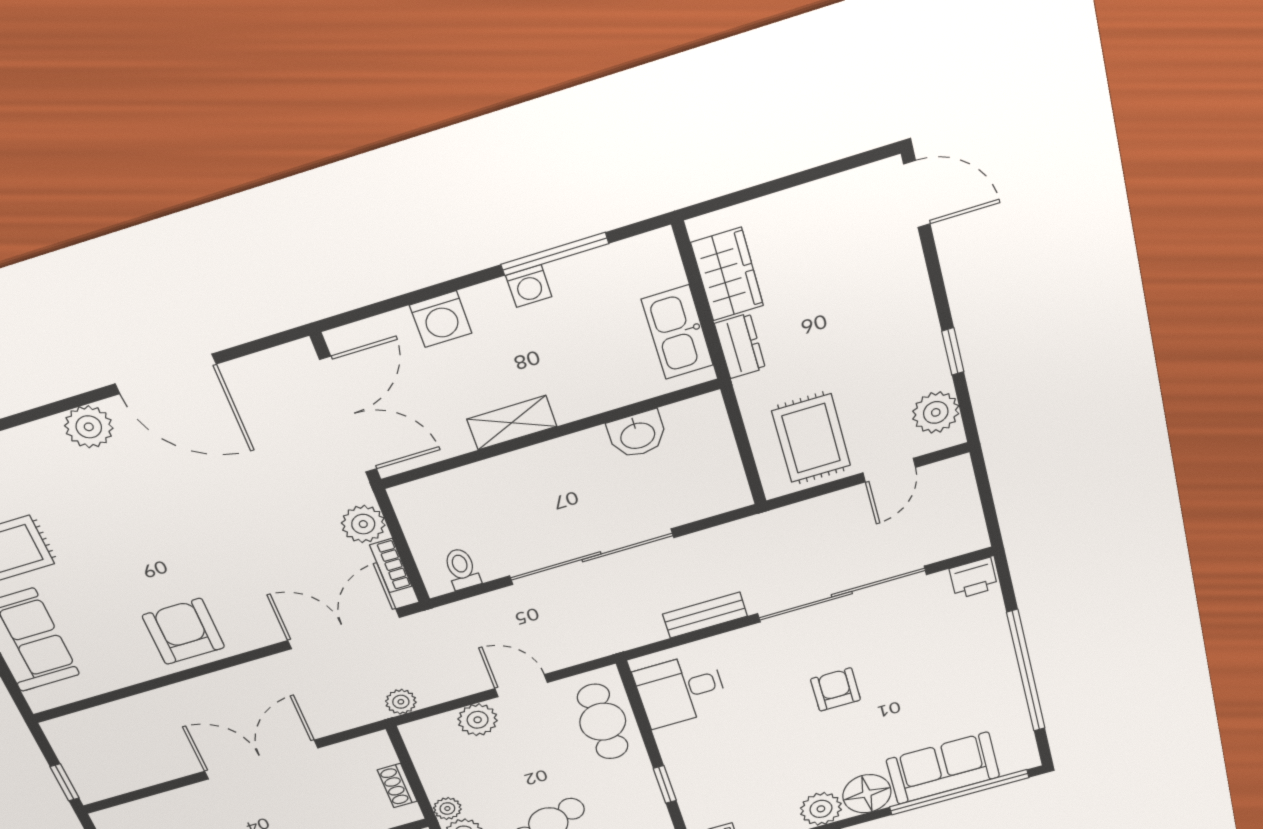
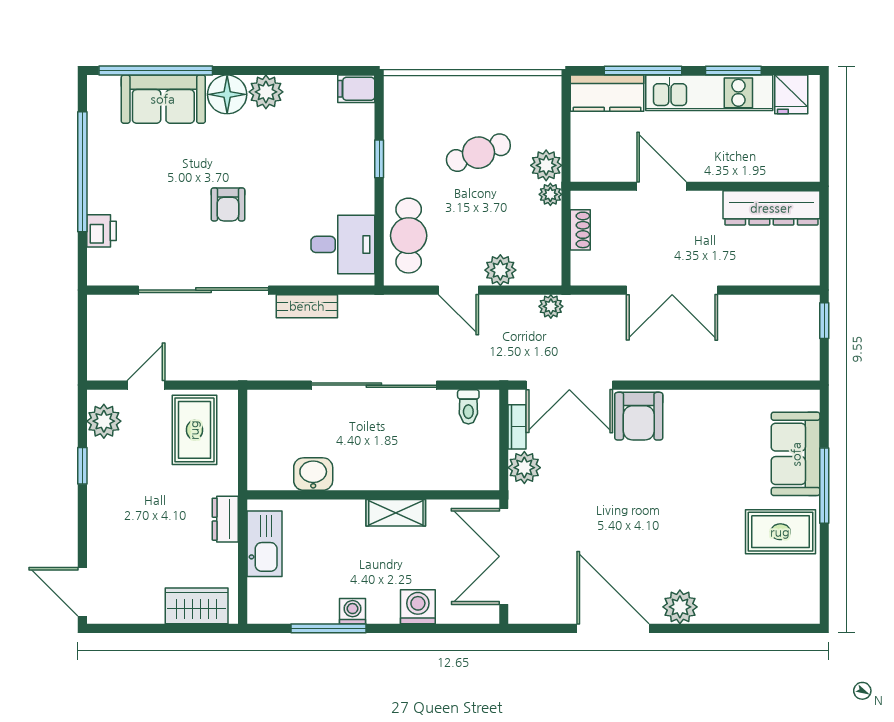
wardrobe: (727, 274) -> (197, 606), moved, turned 90
printer: (973, 578) -> (101, 231), moved, turned 90
armchair: (183, 631) -> (639, 416), moved

